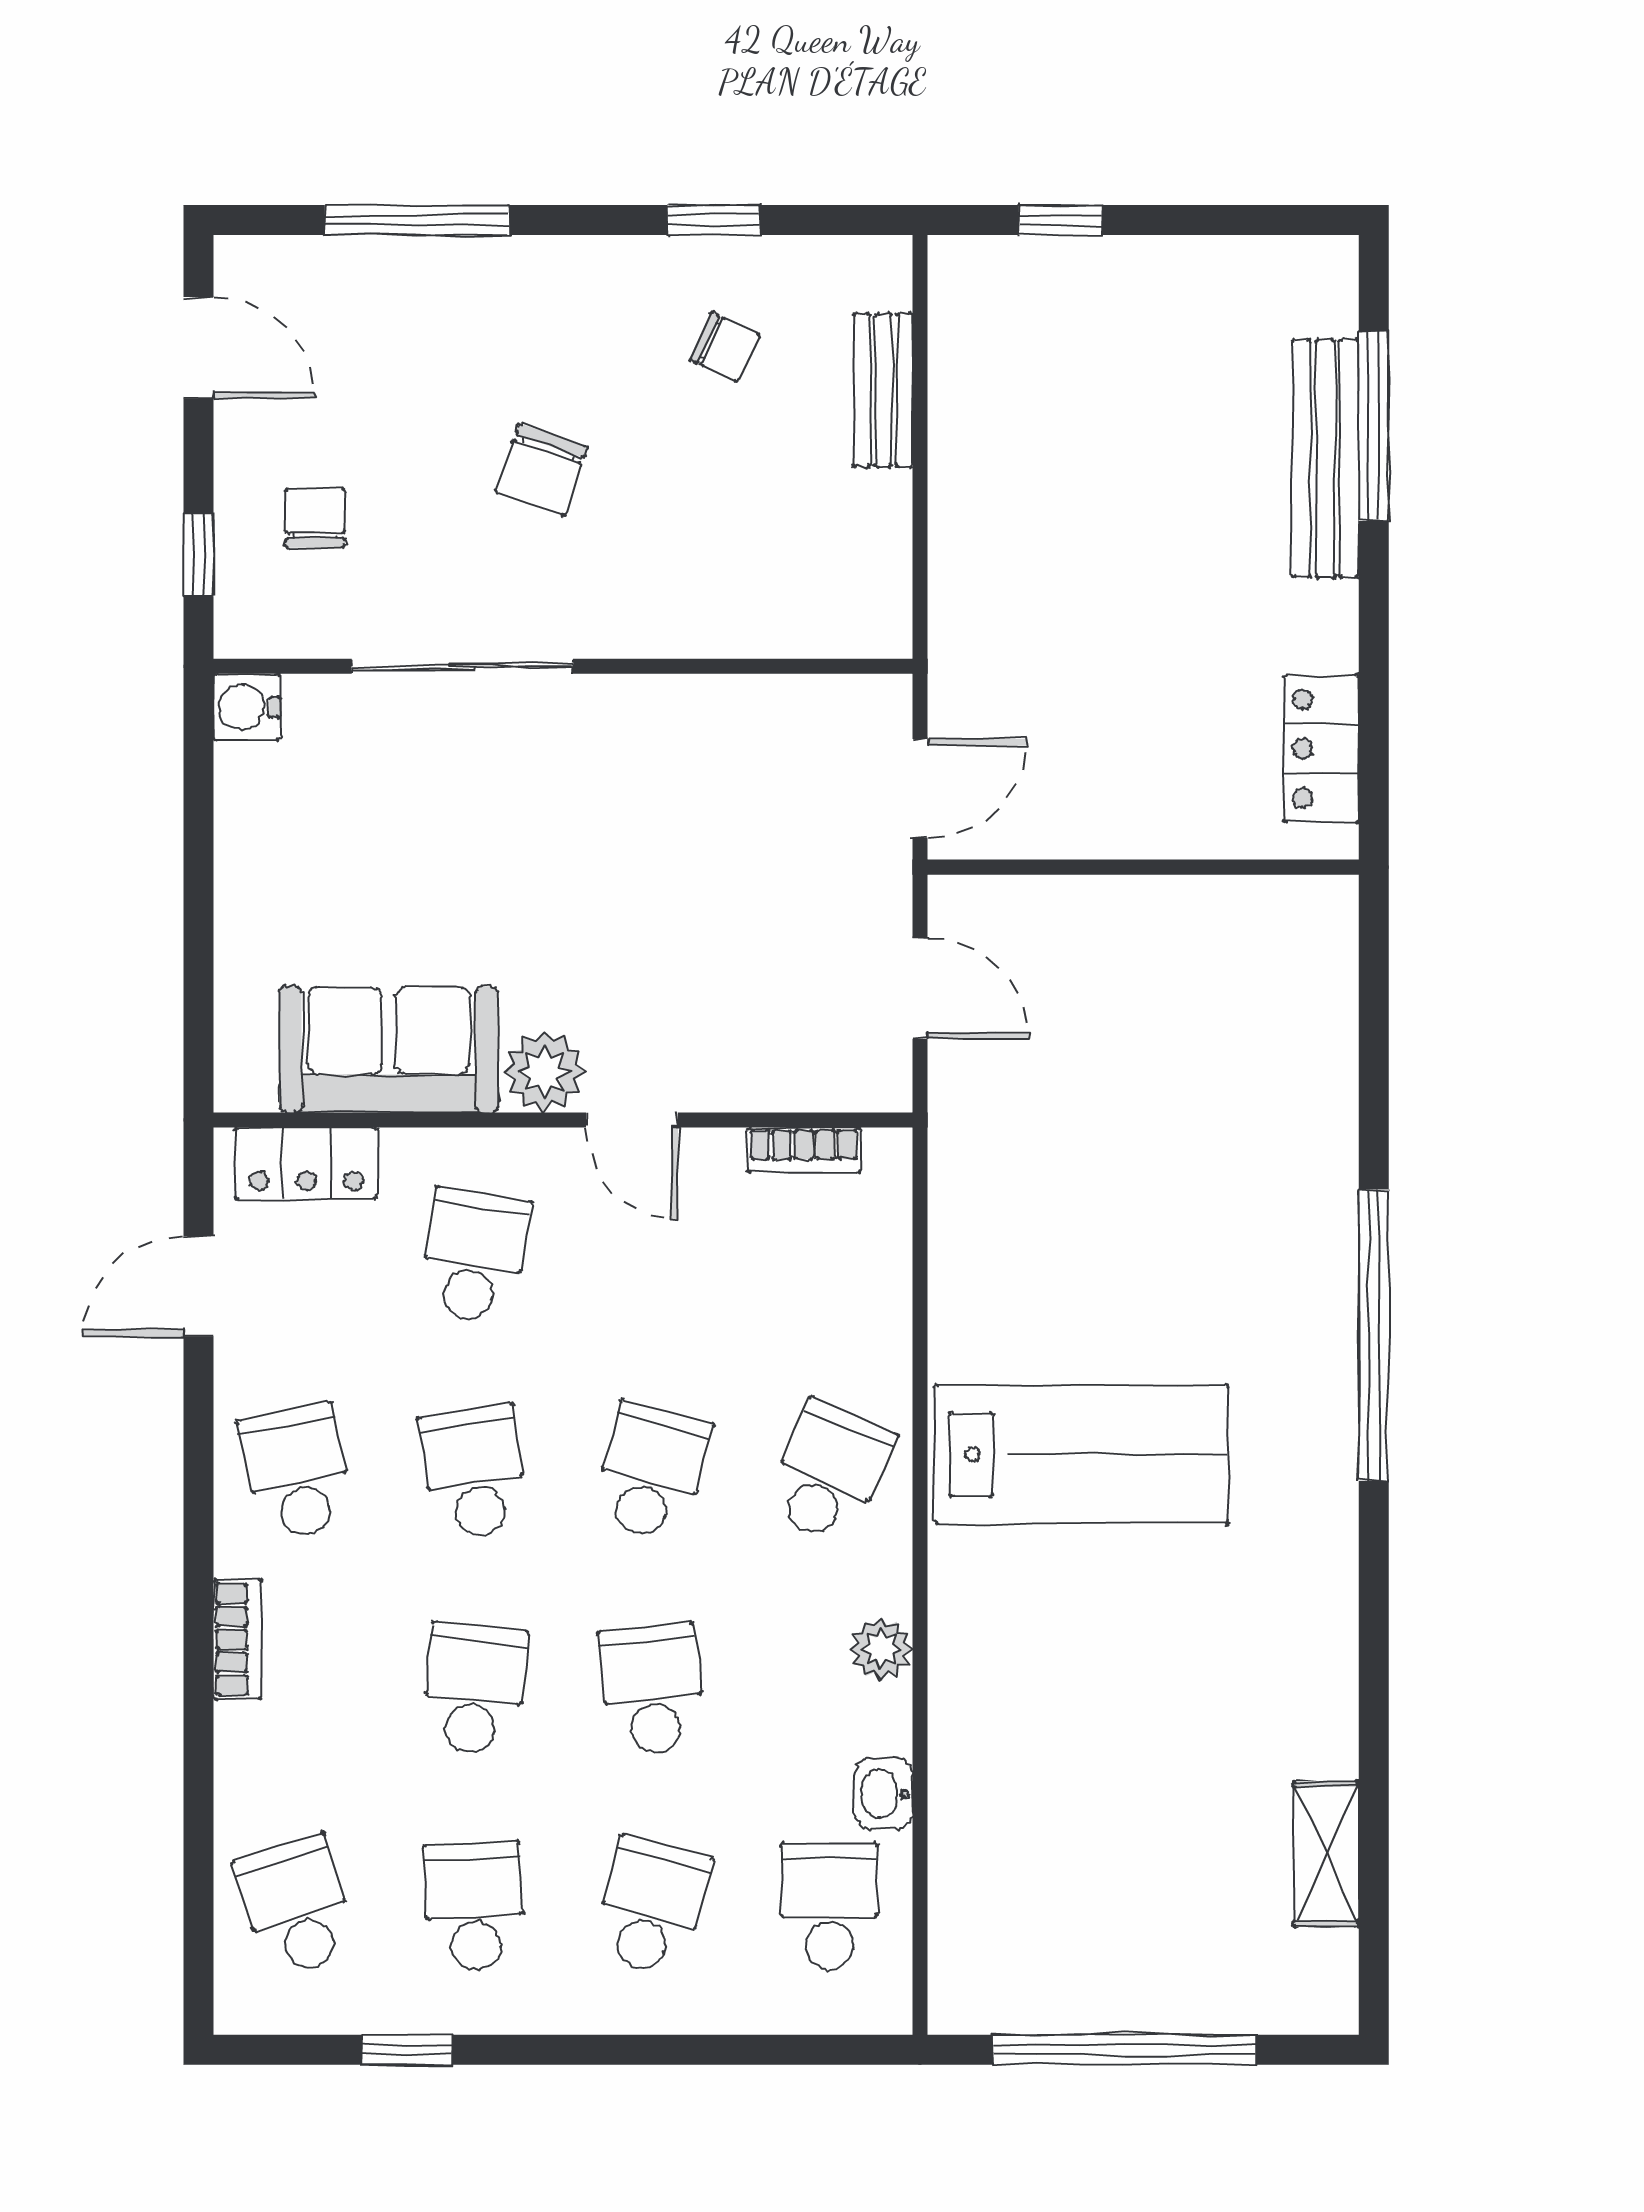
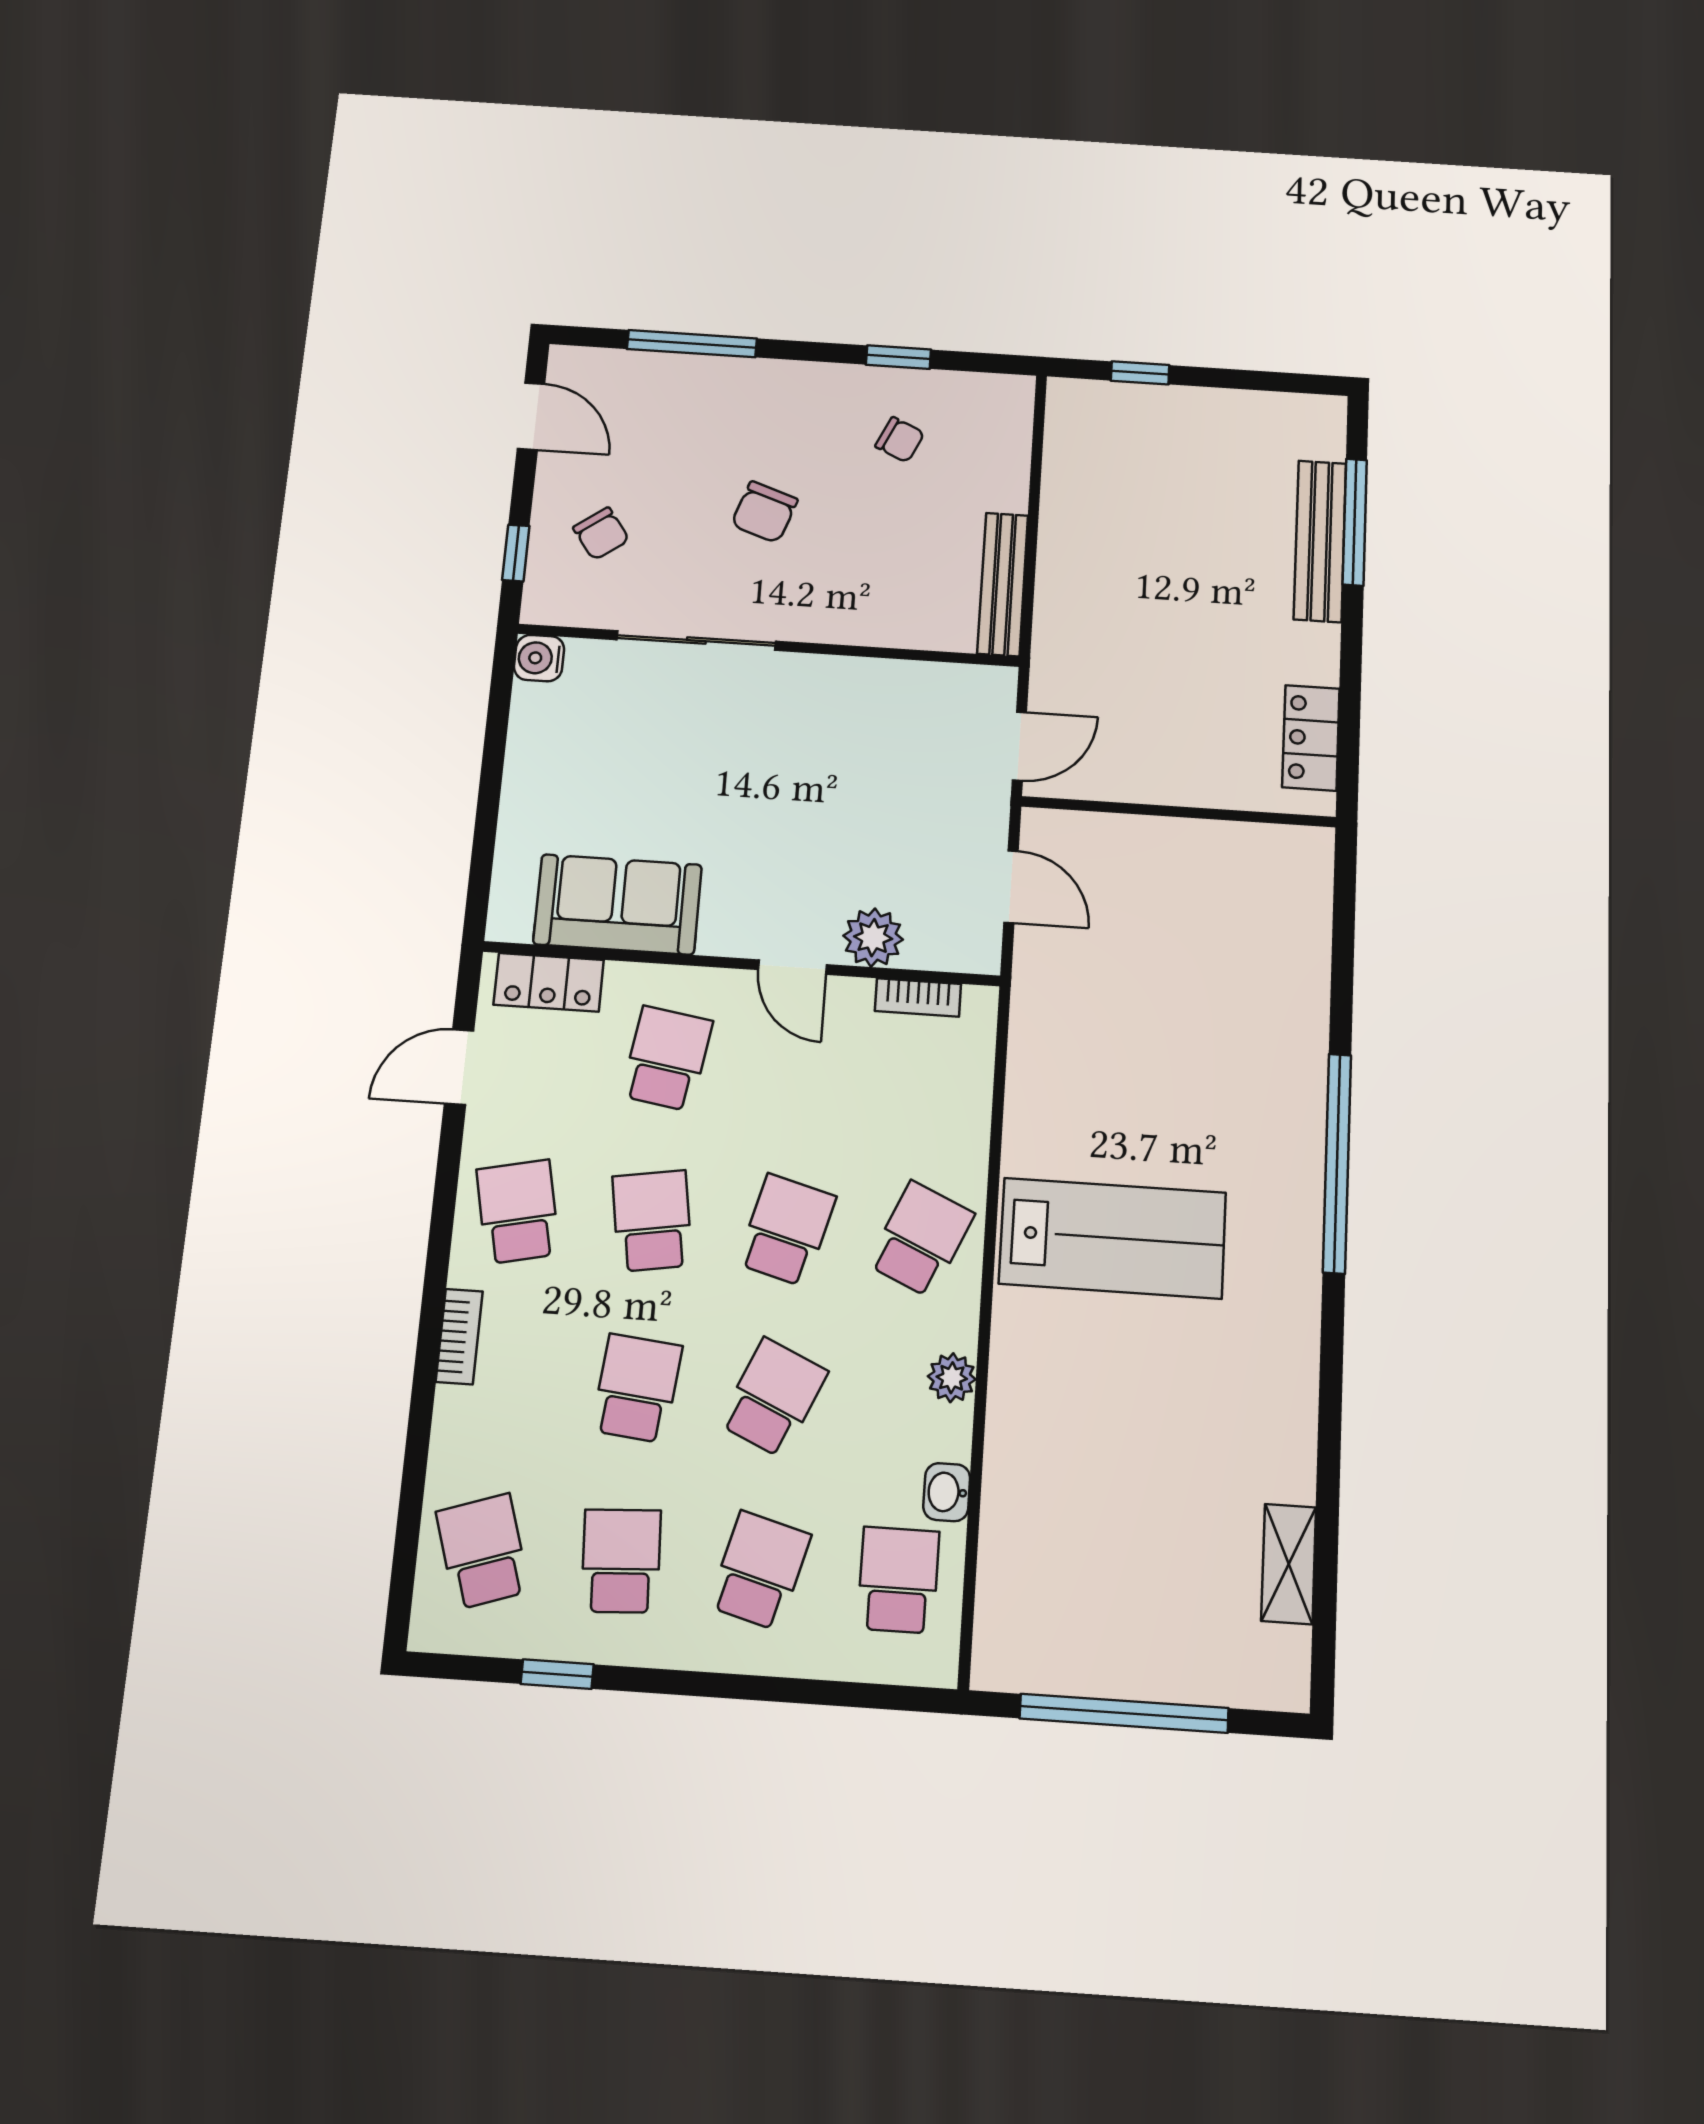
bench: (883, 390) -> (1003, 584), moved, width x1.36
chair: (315, 518) -> (601, 534), turned 144
plant: (544, 1072) -> (873, 938), moved
school desk: (652, 1690) -> (773, 1398), turned 30

